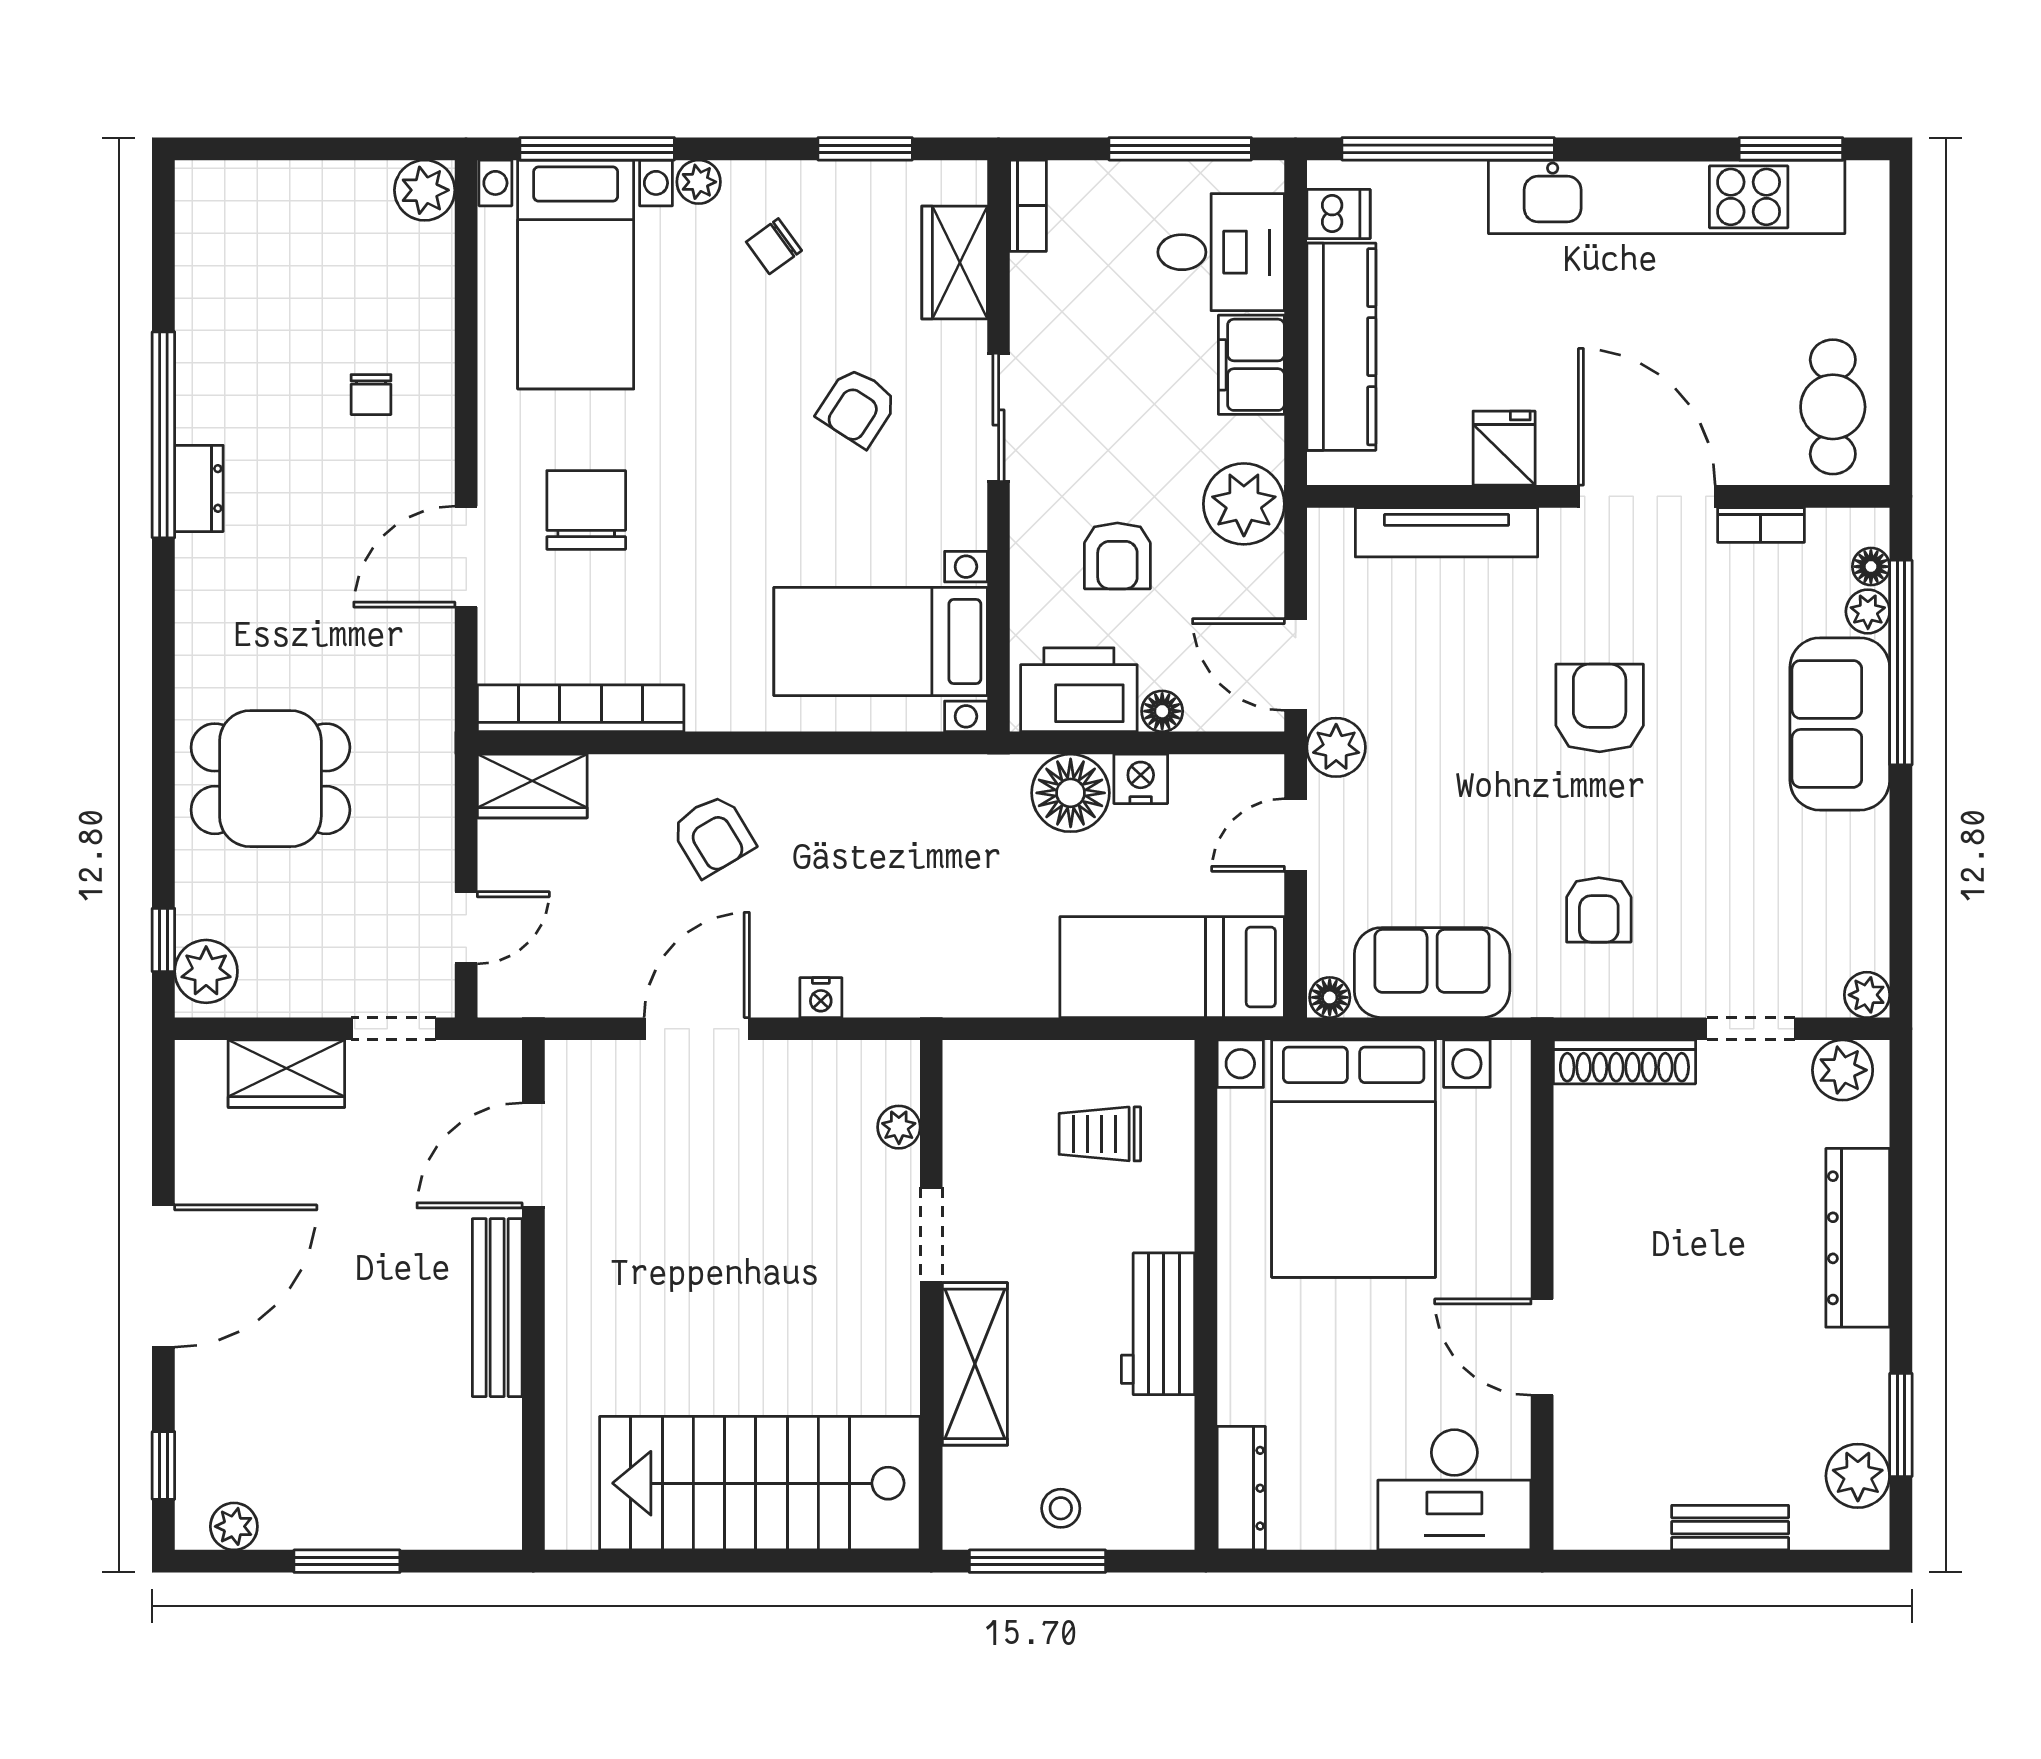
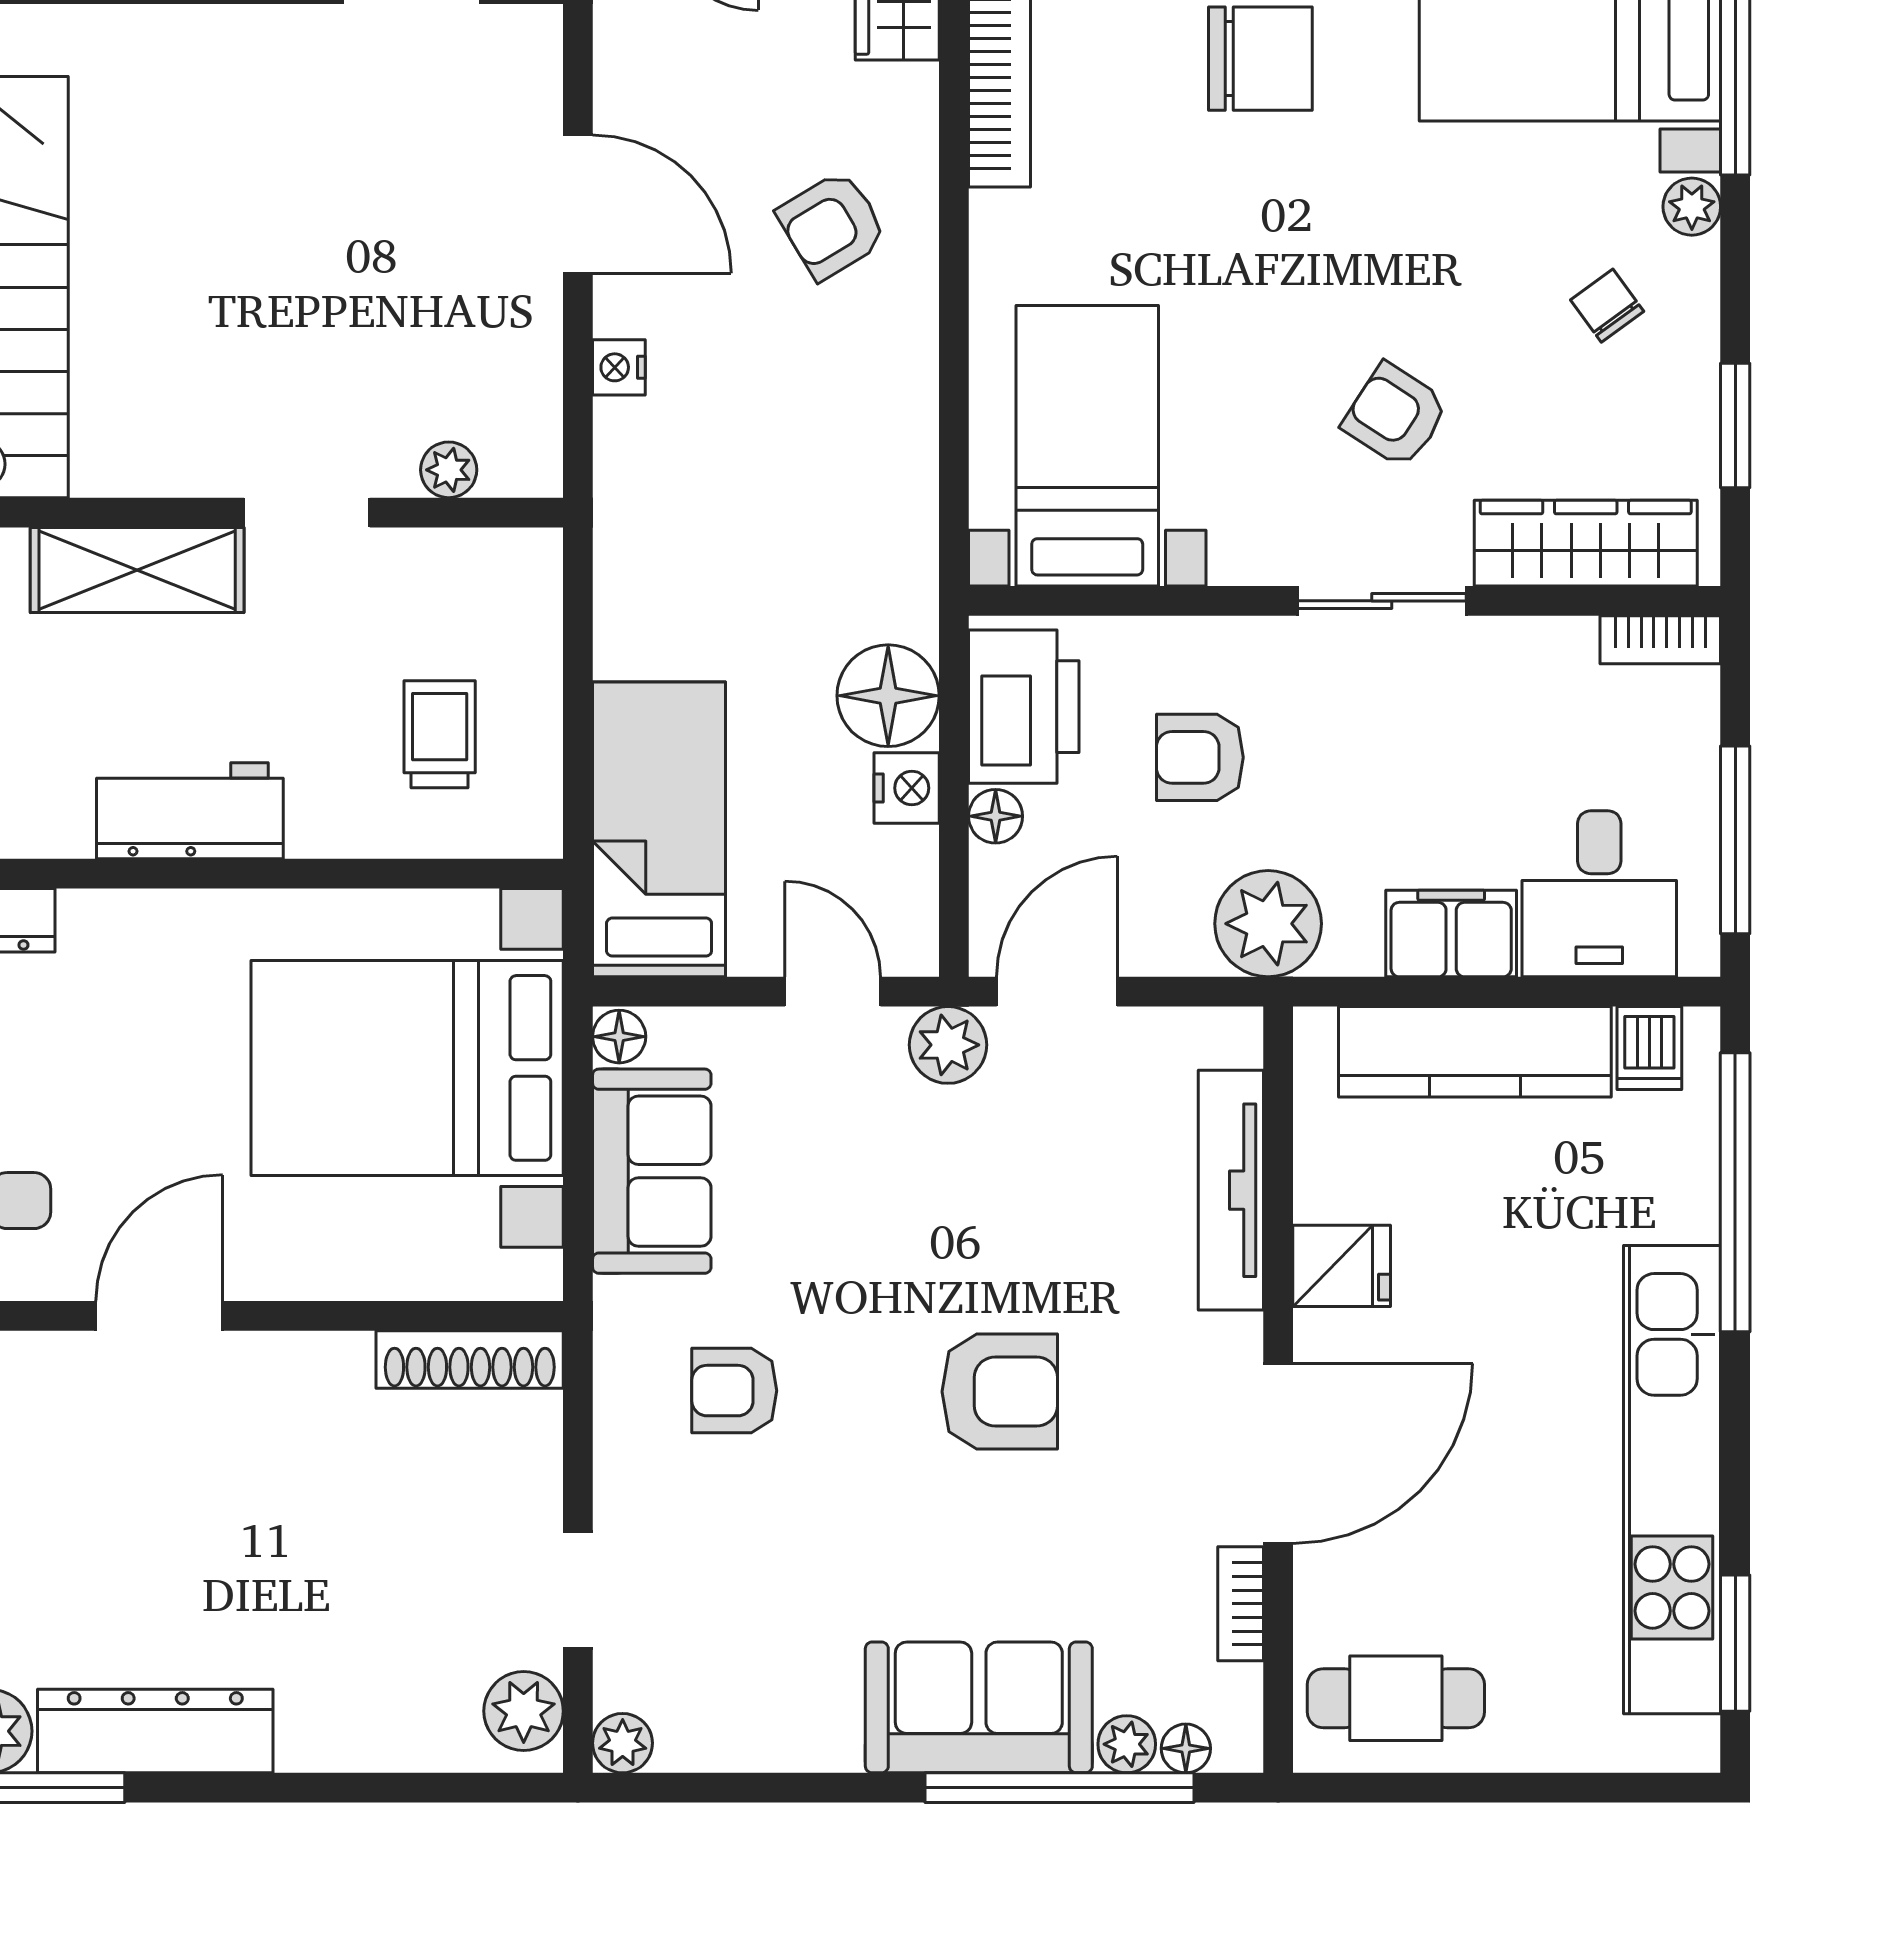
wardrobe: (955, 262) -> (1586, 543), width x1.50
shoe rack: (1624, 1062) -> (470, 1360), moved, turned -90
dresser: (1858, 1238) -> (155, 1731), moved

